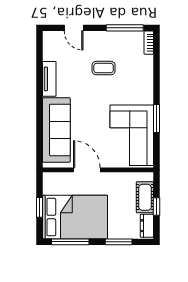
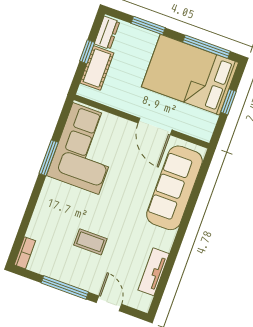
window: (125, 28) -> (65, 287), moved
tv unit: (49, 79) -> (154, 272), moved

